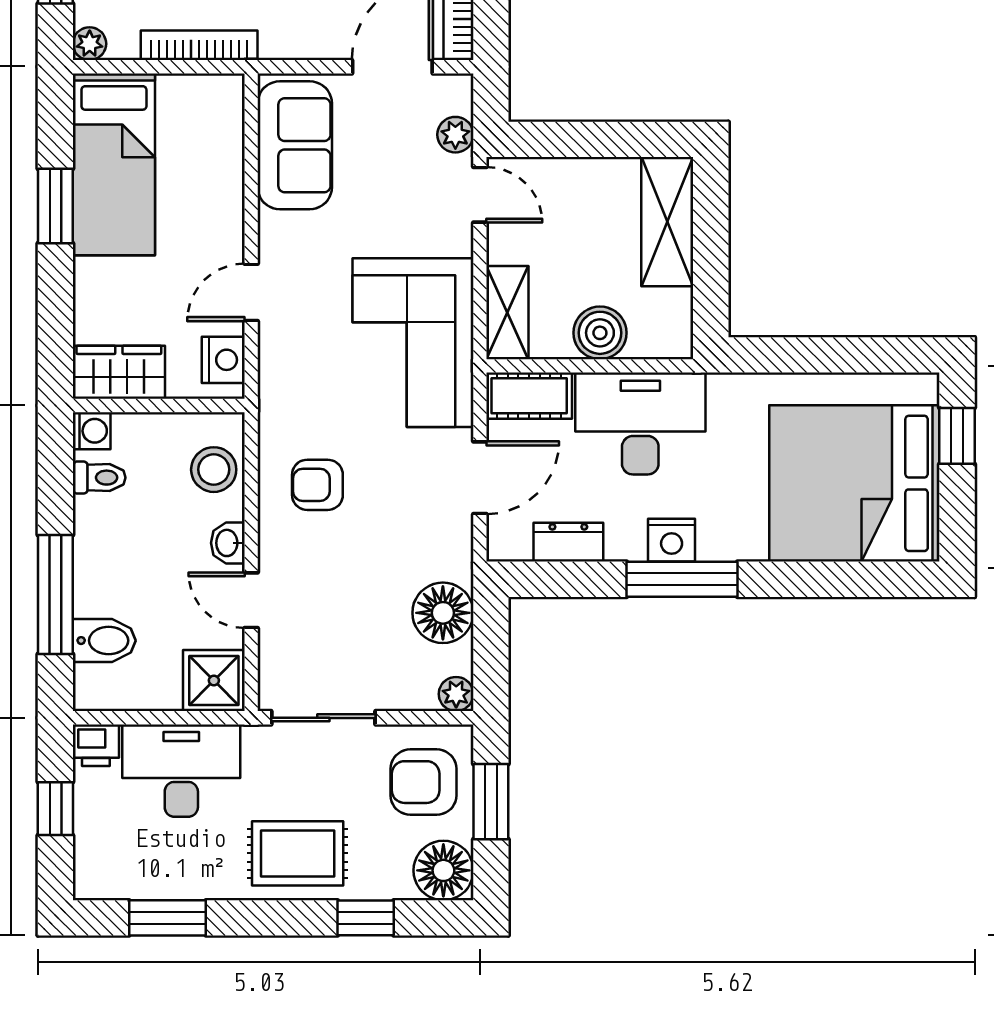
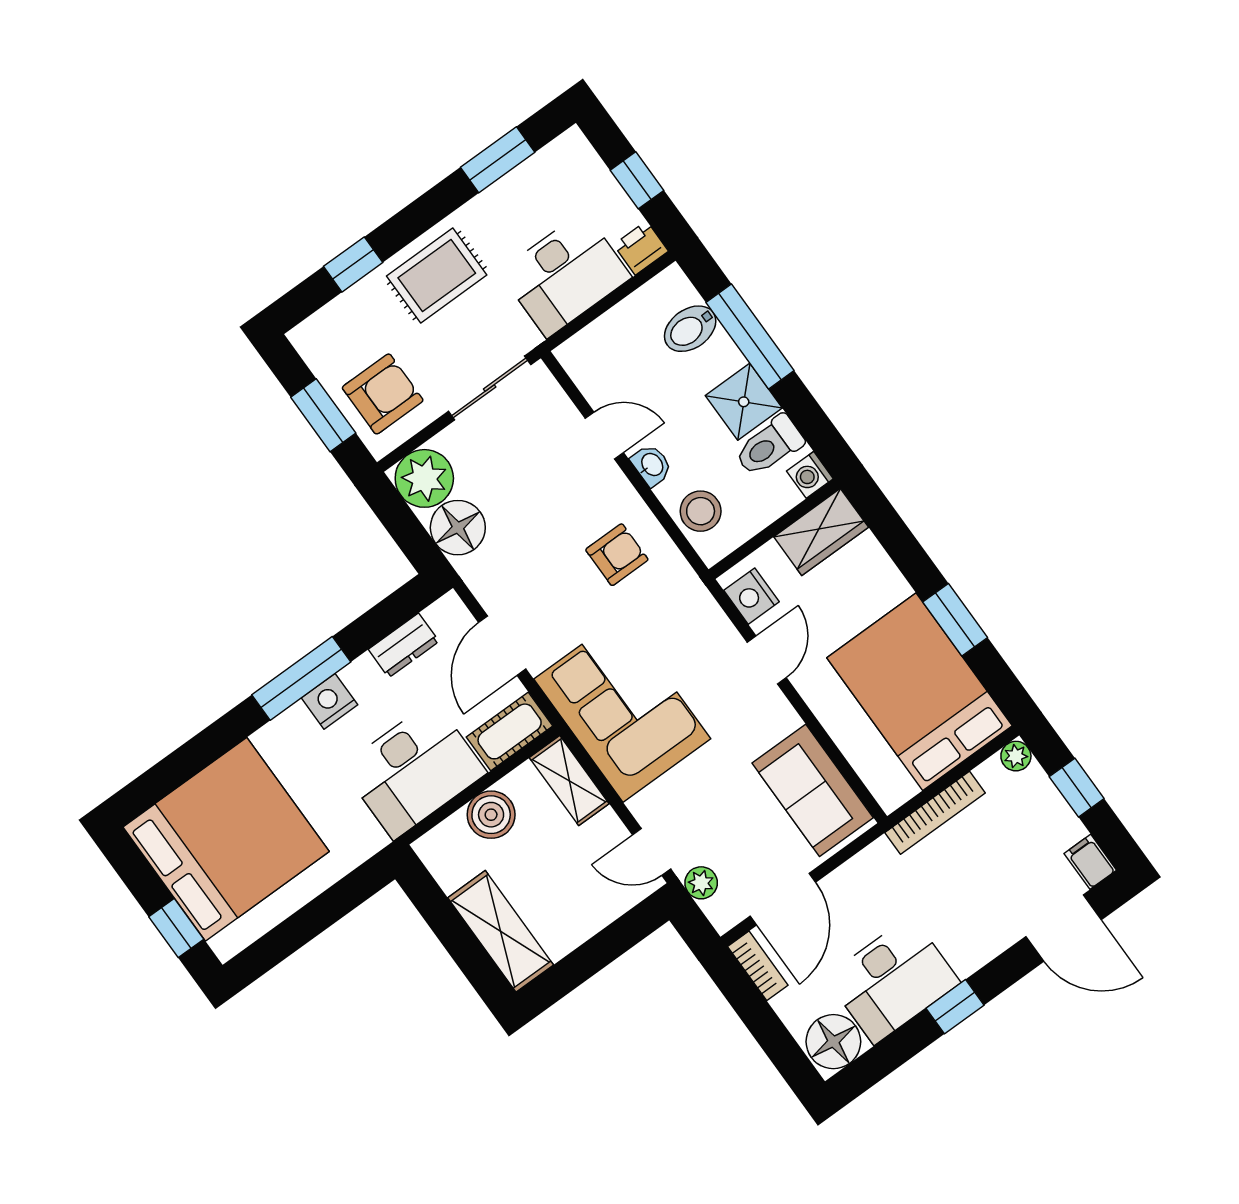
bed: (114, 164) -> (919, 692), width x1.50
toilet: (99, 478) -> (769, 446), width x1.37, depth x1.39
shower: (214, 680) -> (744, 402), moved
plant: (456, 694) -> (424, 478), width x1.88, depth x1.88
floor lamp: (443, 870) -> (321, 340), removed

